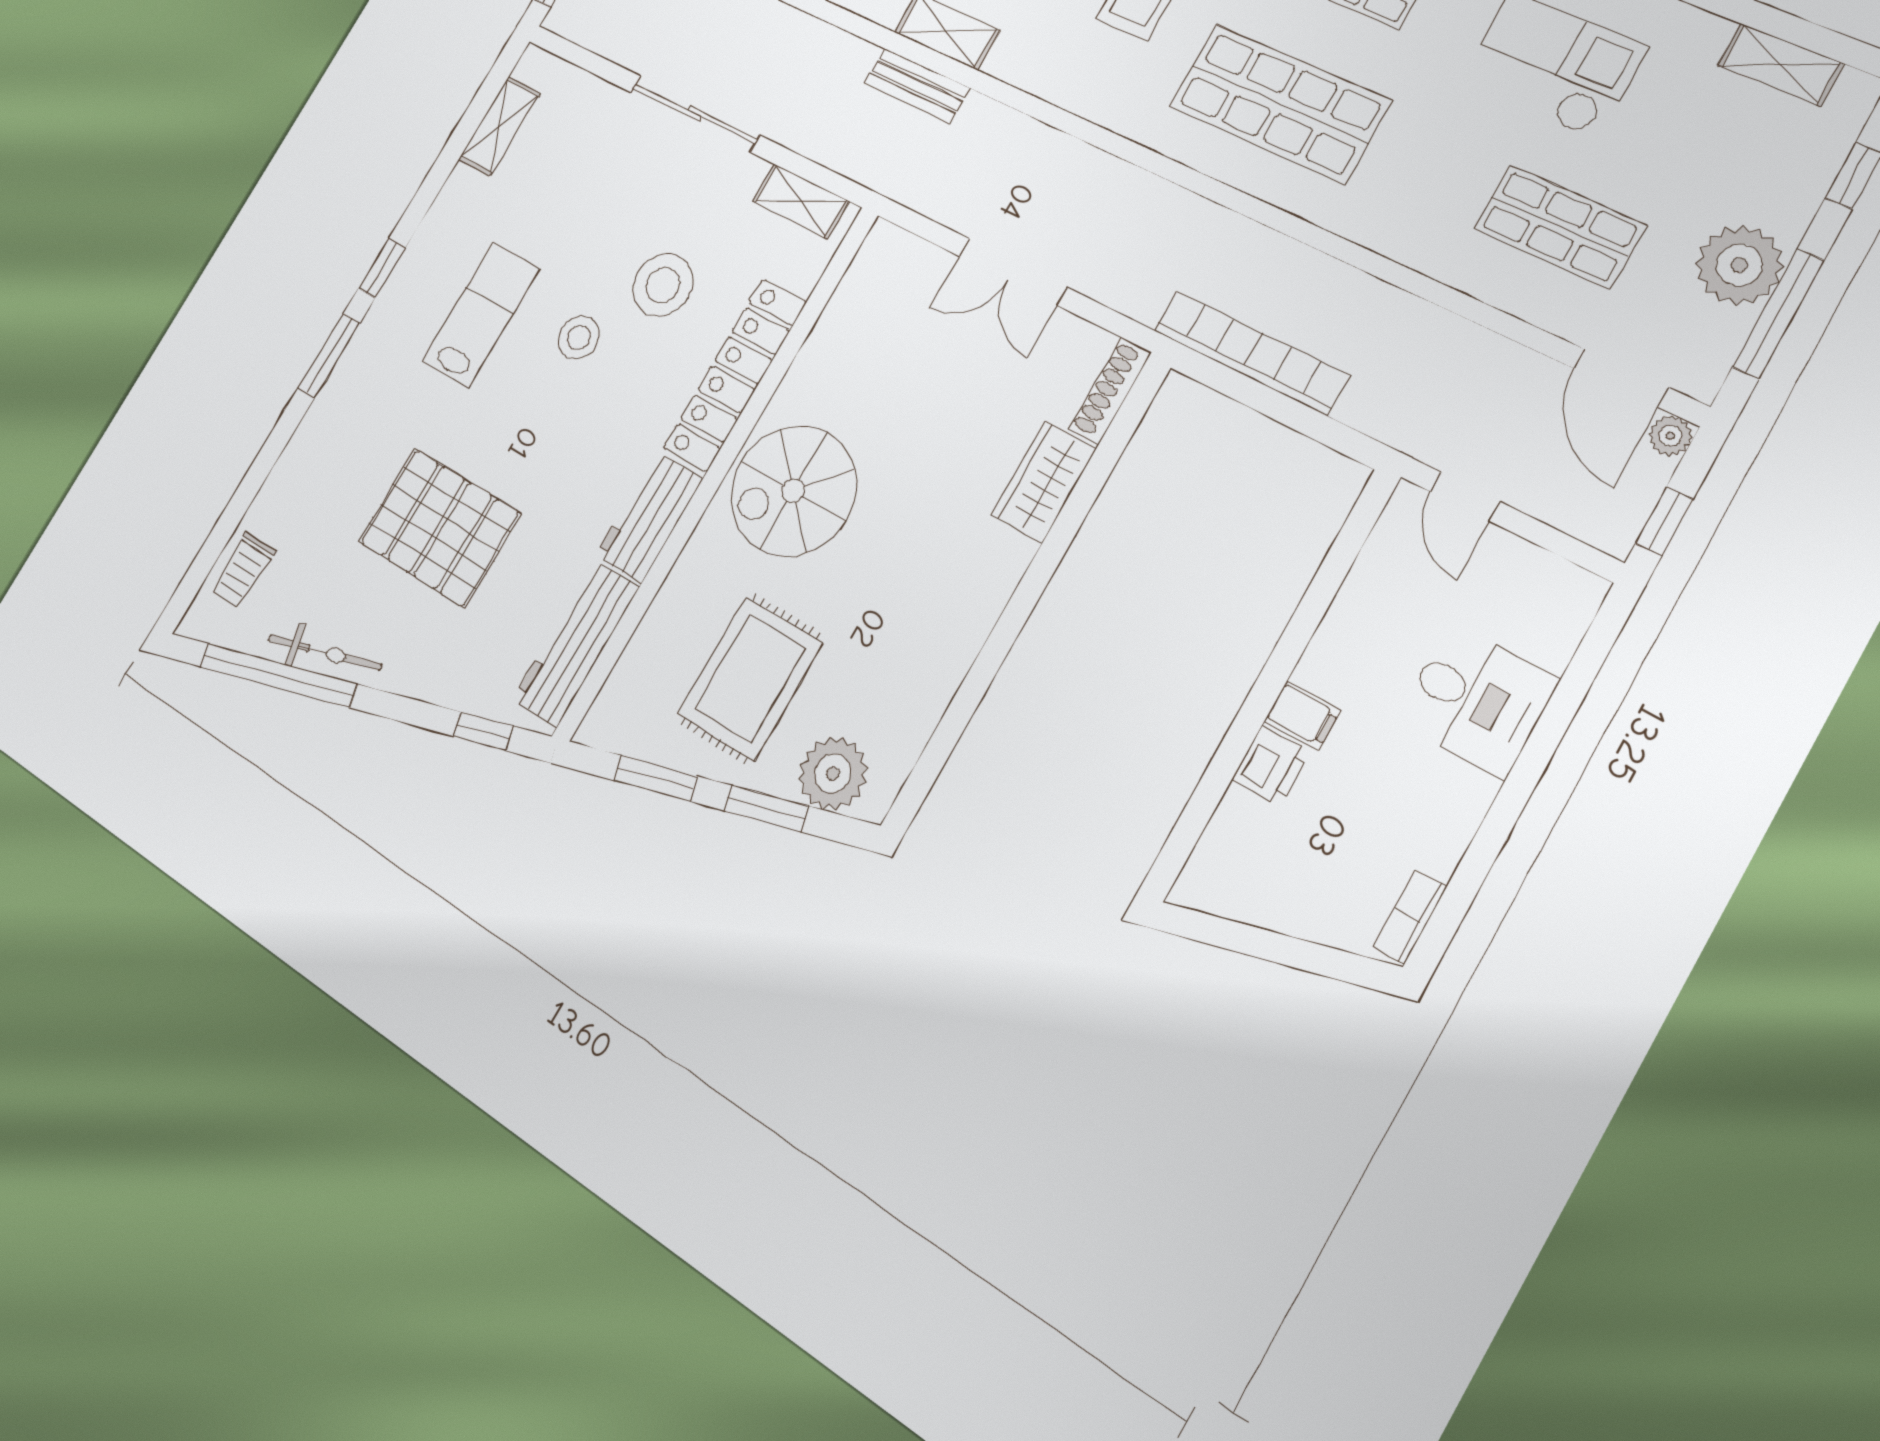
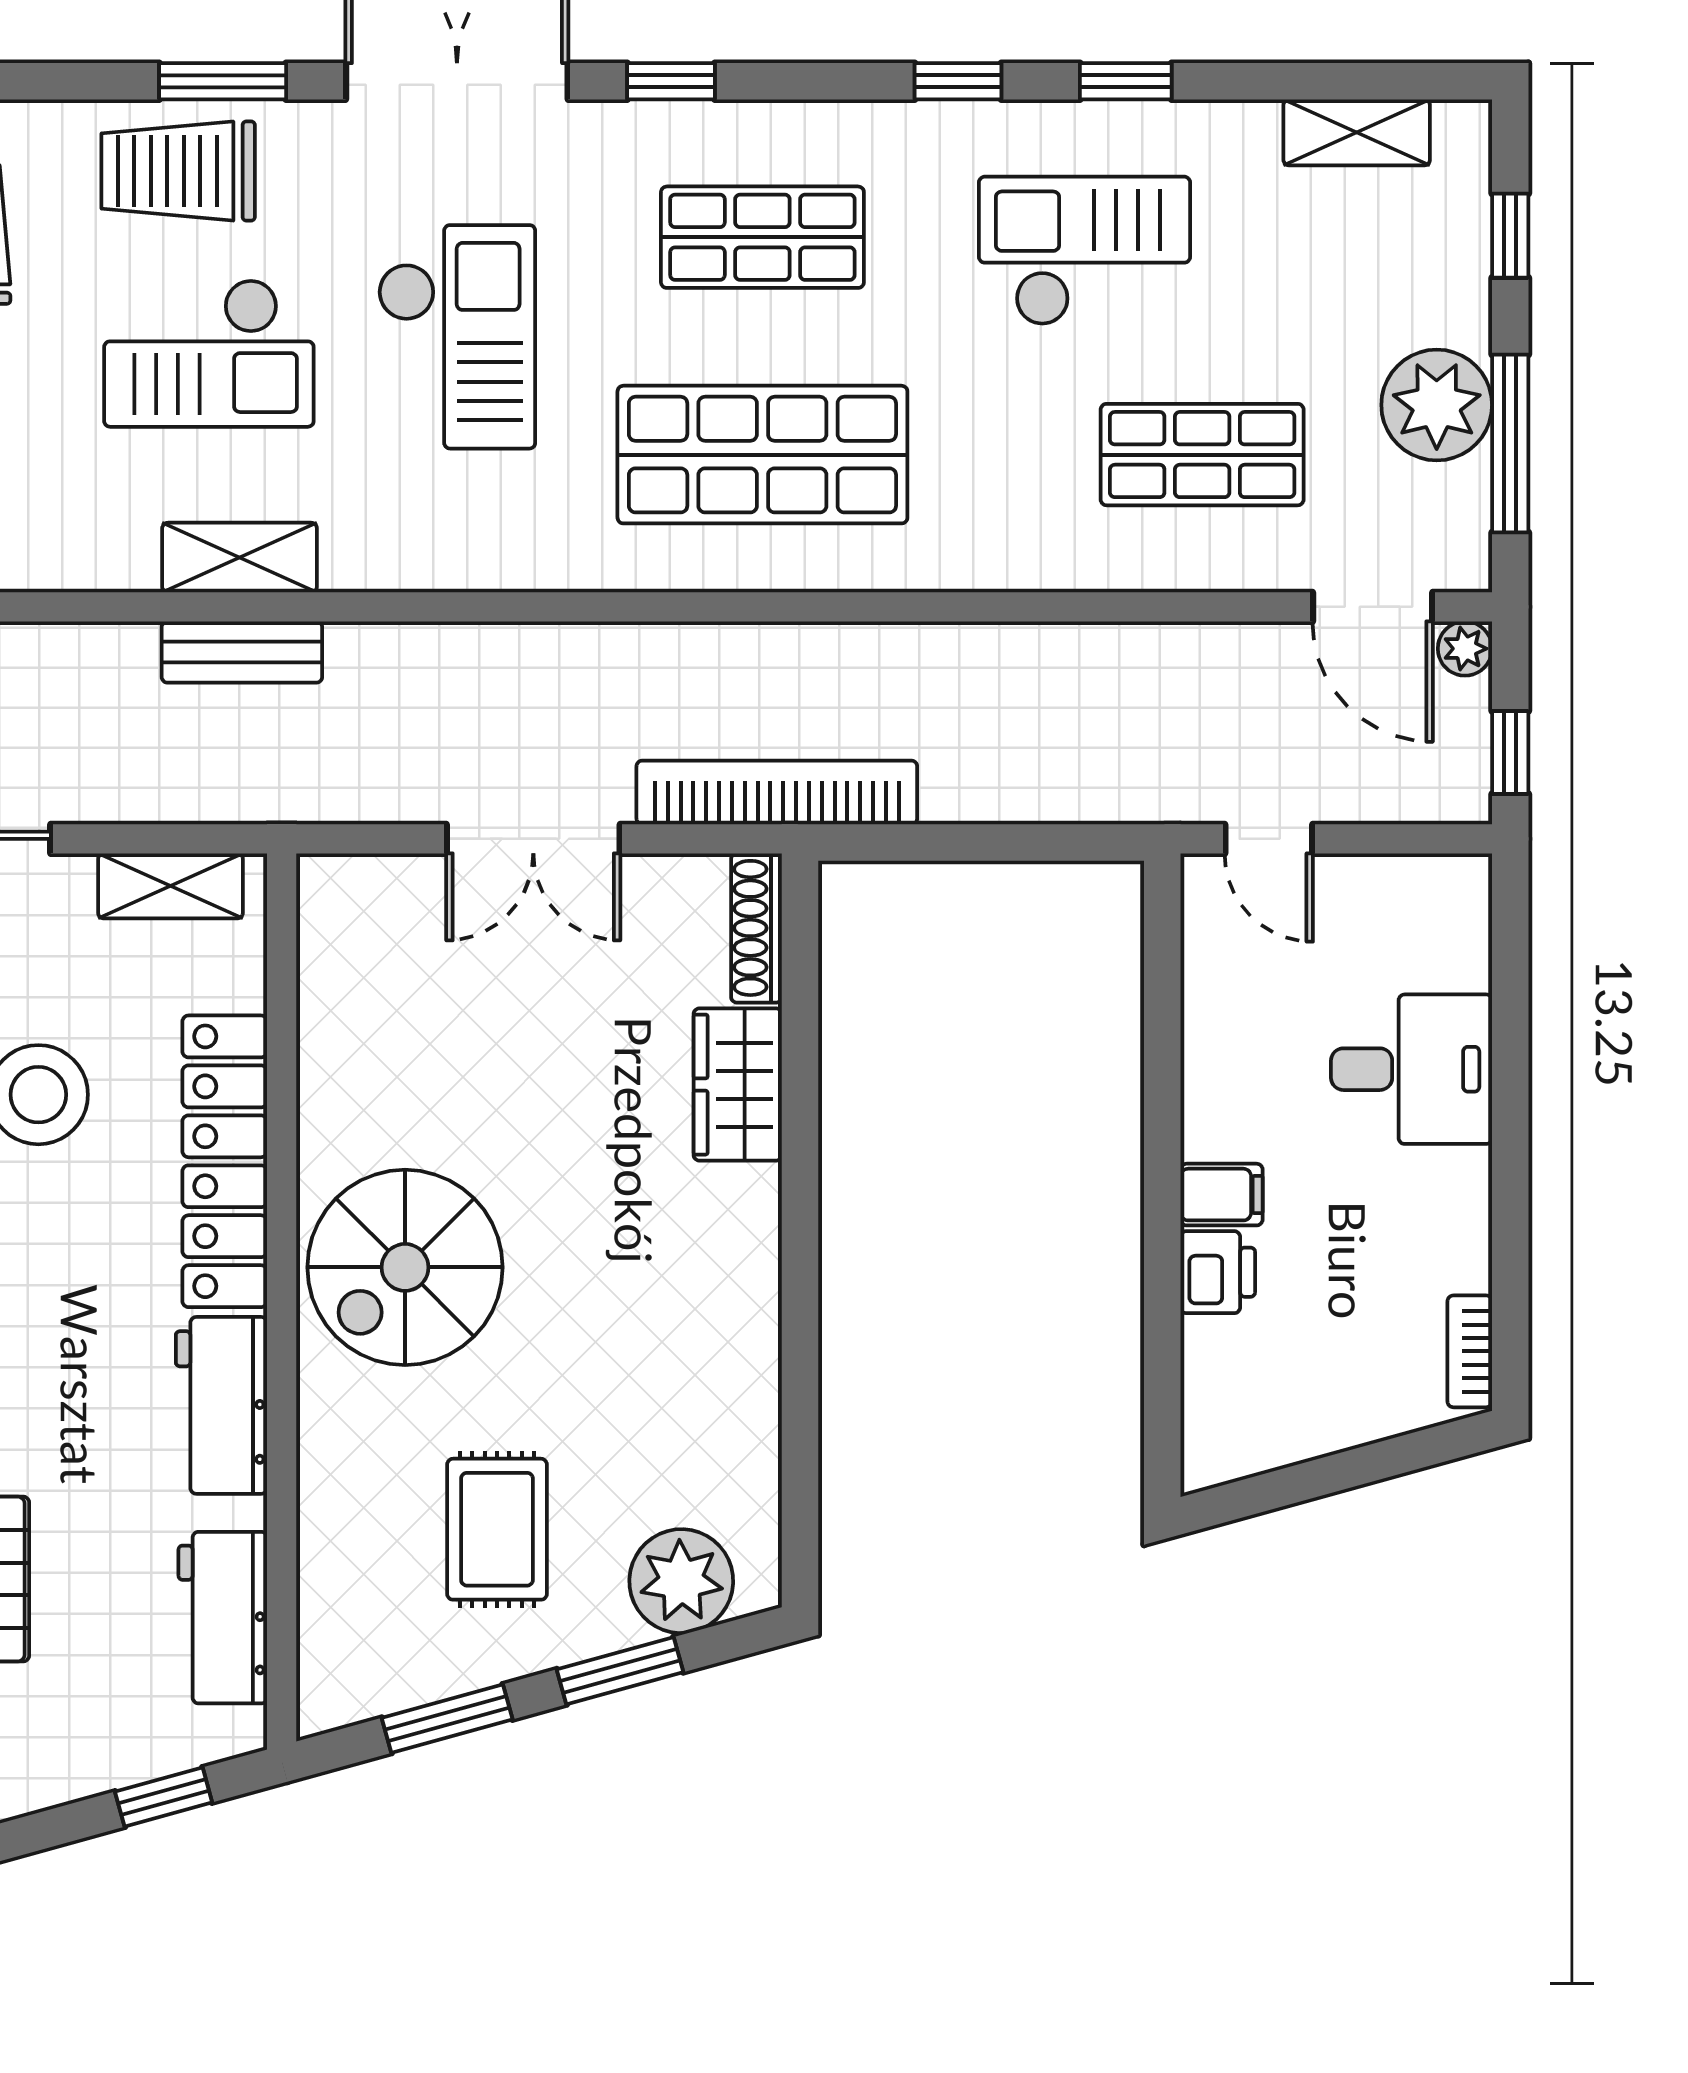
bookcase: (1251, 353) -> (777, 792), moved
workbench: (576, 643) -> (223, 1618), width x0.73
rug: (750, 679) -> (497, 1529), width x0.73, depth x0.70

